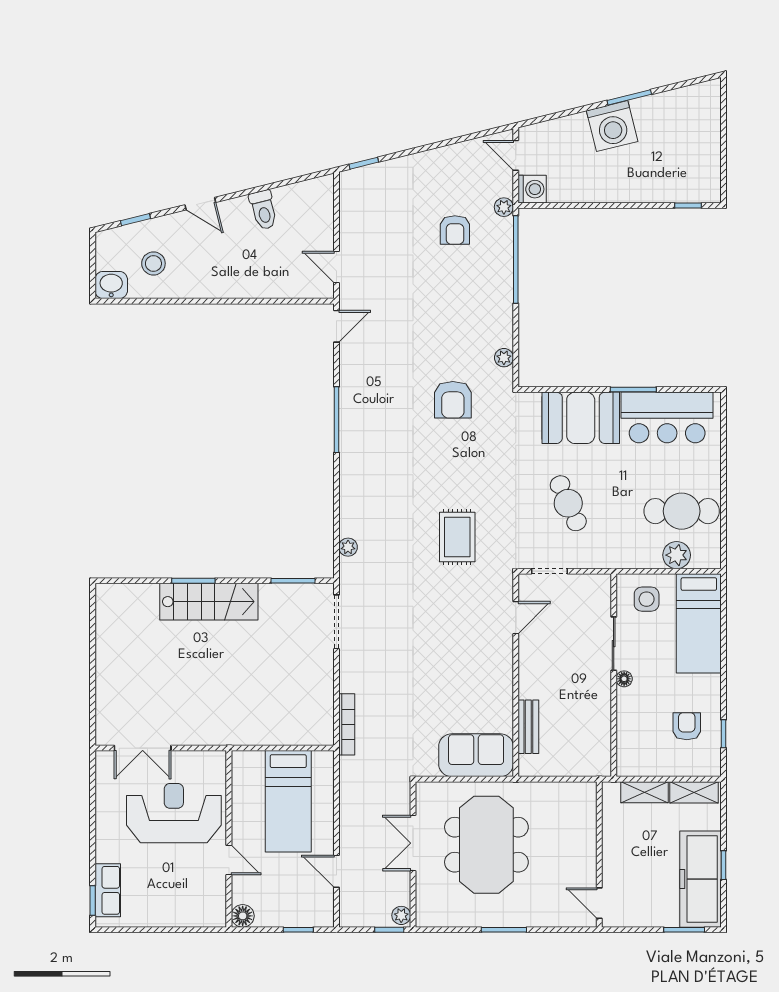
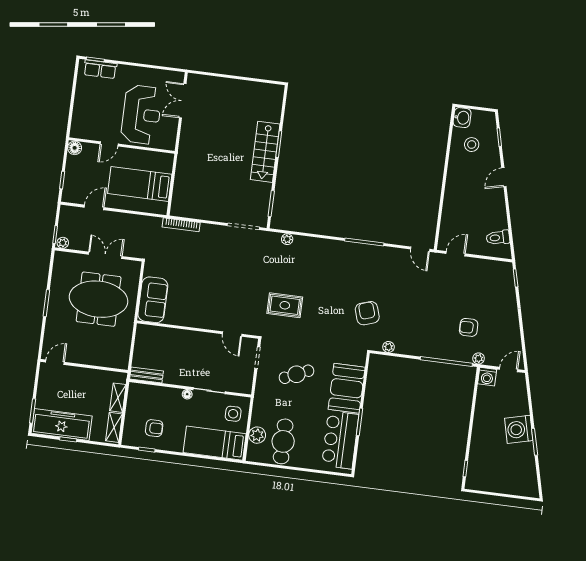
toilet: (263, 210) -> (498, 238), moved
armchair: (453, 400) -> (367, 313), turned 72
bench: (528, 727) -> (146, 375), moved

